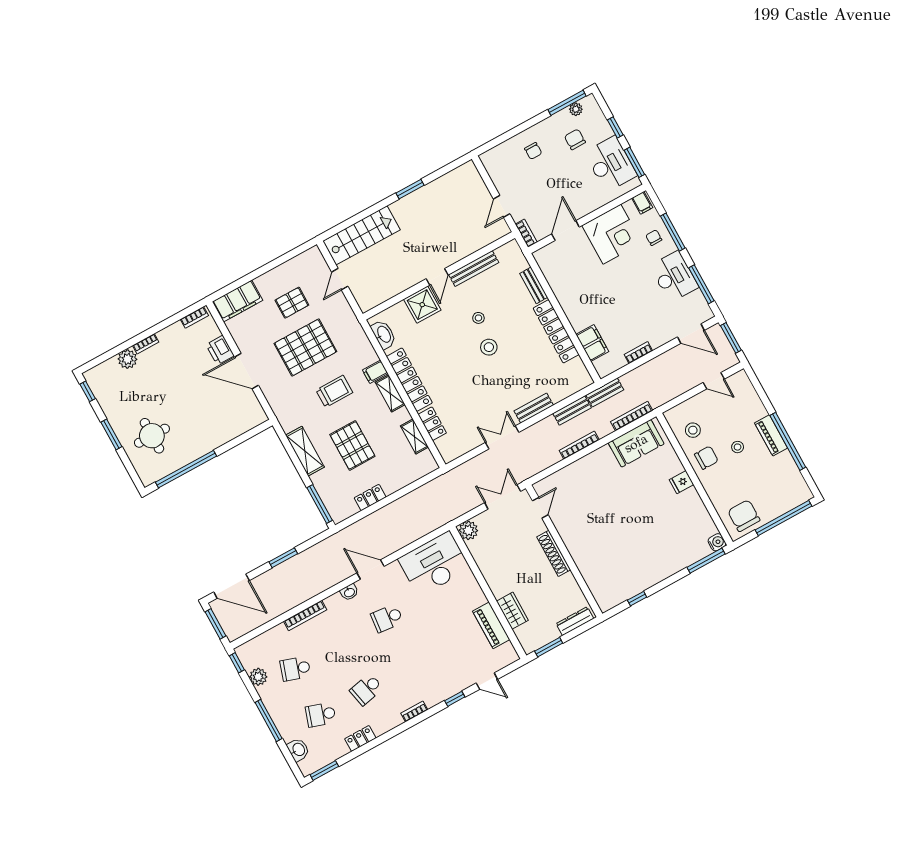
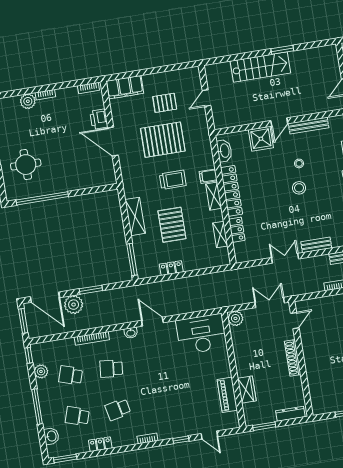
stairs: (361, 235) -> (260, 67), moved
plant: (269, 583) -> (74, 305), added
school desk: (387, 618) -> (111, 369), moved

